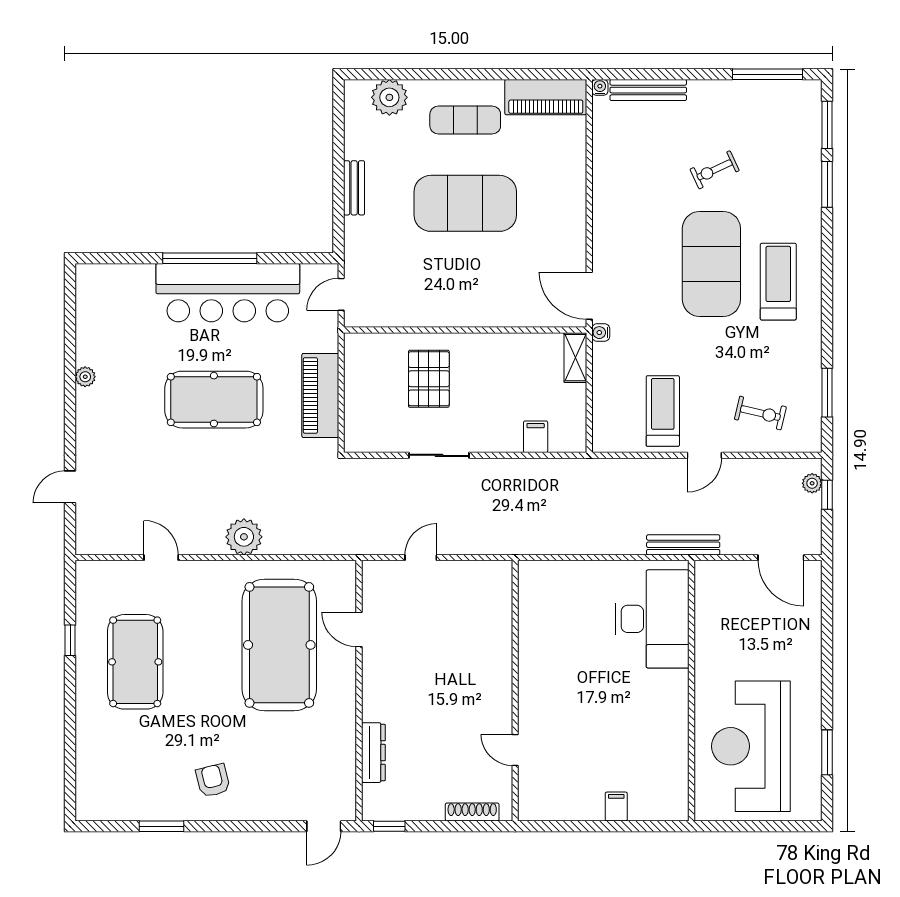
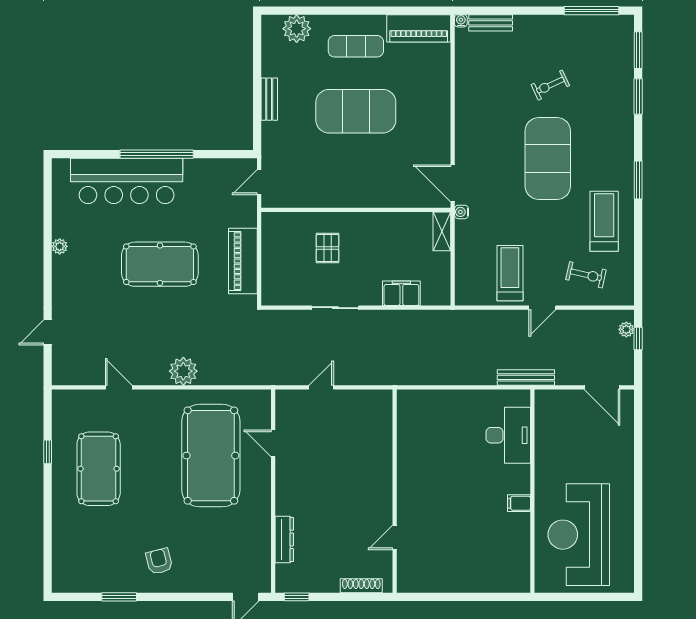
bench: (648, 90) -> (491, 23), width x0.73
treadmill: (778, 282) -> (604, 221), moved
bar counter: (228, 293) -> (127, 181), moved
pallet: (429, 379) -> (327, 248), width x0.67, depth x0.71
window: (827, 393) -> (638, 180), moved
filing cabinet: (536, 437) -> (401, 293), width x2.00
desk: (652, 619) -> (508, 435), width x0.73, depth x0.77
door: (515, 750) -> (395, 537), hinge flipped
window: (827, 752) -> (638, 539), removed
filing cabinet: (616, 806) -> (519, 503), moved, turned -90

